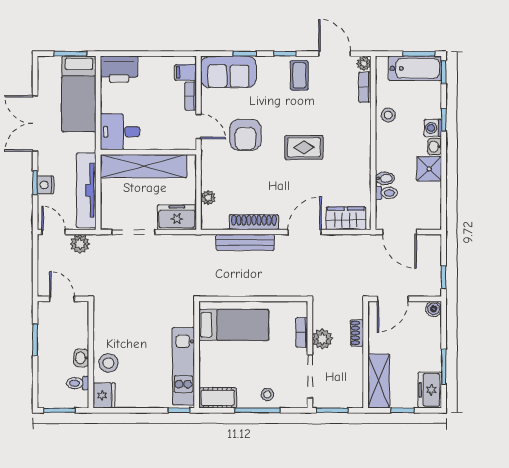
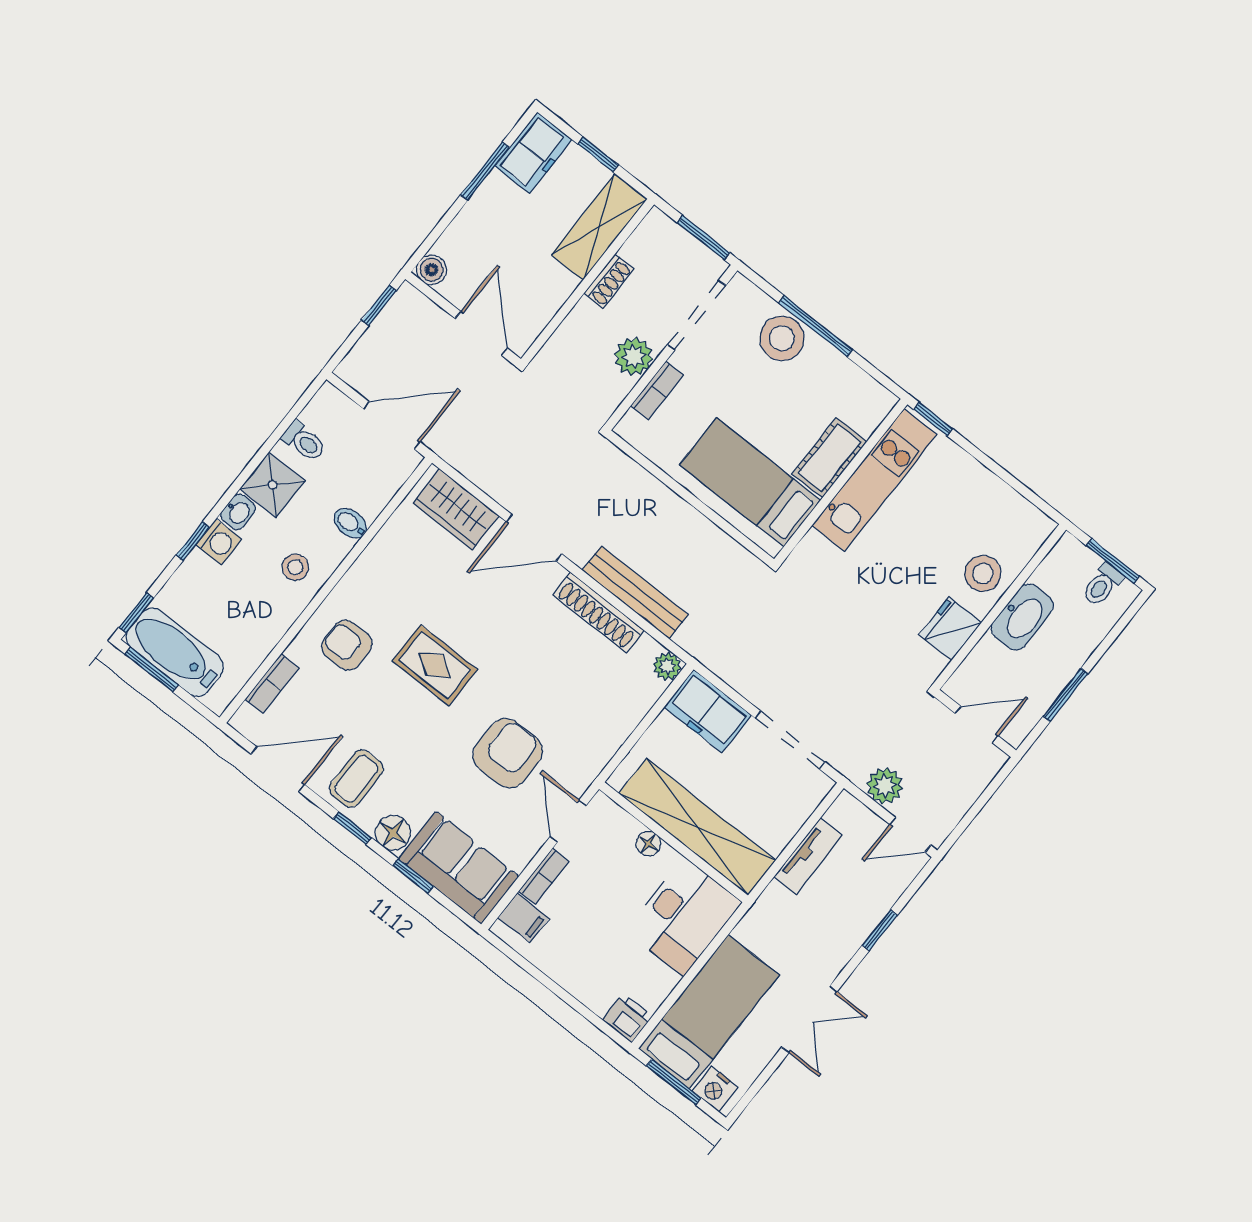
door: (335, 54) -> (278, 769), swing flipped
plant: (364, 63) -> (246, 720), removed
floor lamp: (267, 65) -> (393, 833), added
printer: (119, 69) -> (627, 1018), width x0.53, depth x0.68
stool: (388, 115) -> (295, 567), moved
double door: (35, 123) -> (809, 1019), width x0.73
armchair: (347, 127) -> (347, 645), added
desk: (120, 132) -> (684, 917), width x1.37
floor lamp: (158, 143) -> (648, 844), added
nightstand: (46, 185) -> (715, 1089), moved, turned 90
tv unit: (86, 190) -> (808, 856), width x0.52, depth x0.78
toilet: (386, 193) -> (304, 441), moved, turned 180
plant: (208, 198) -> (667, 666), moved
door: (53, 232) -> (910, 835), hinge flipped
door: (399, 232) -> (392, 425), hinge flipped
door: (62, 299) -> (977, 725), swing flipped
door: (393, 299) -> (481, 333), hinge flipped
shoe rack: (357, 333) -> (609, 281), moved
washbasin: (81, 358) -> (1022, 617), width x1.91, depth x1.45
toilet: (78, 383) -> (1102, 585), moved, turned 90
stool: (267, 394) -> (782, 338), width x1.89, depth x1.89
fridge: (104, 395) -> (950, 629), moved
cot: (218, 398) -> (829, 458), moved, turned 90

